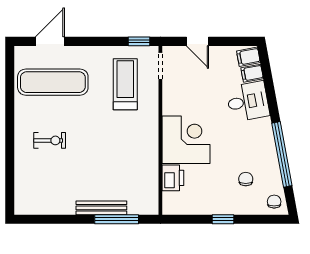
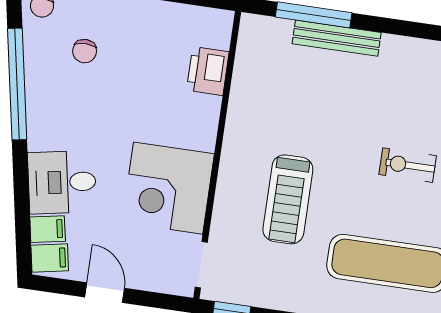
door: (197, 41) -> (105, 293), moved
treadmill: (125, 84) -> (288, 199), moved
corner desk: (186, 140) -> (168, 188), moved

